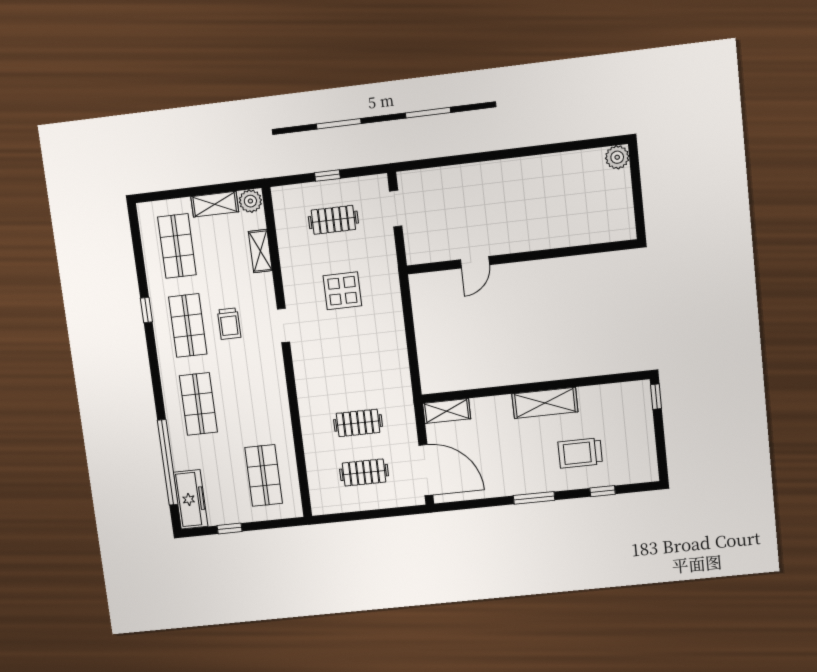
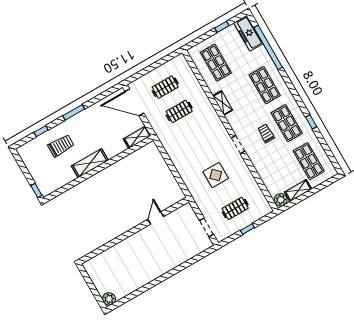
shelving: (260, 251) -> (223, 103), moved

